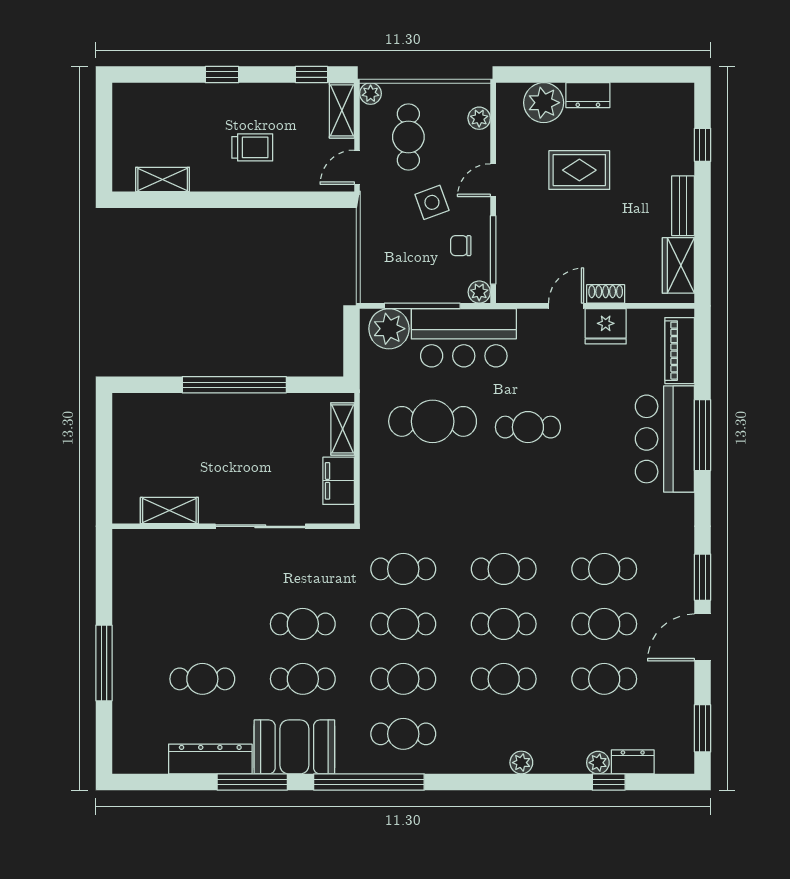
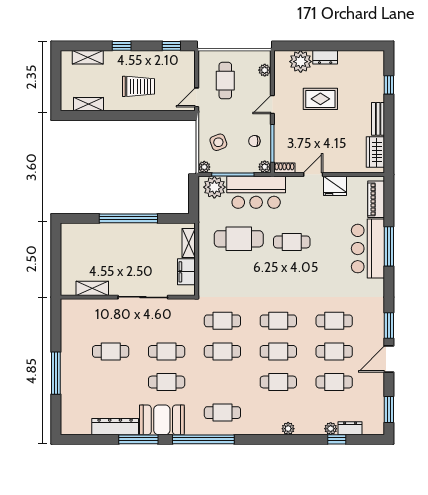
plant: (371, 94) -> (204, 167), moved
shelving: (342, 110) -> (88, 57), moved, turned 90
trolley: (252, 147) -> (138, 86), width x1.36, depth x1.39
side table: (432, 202) -> (218, 142), moved
shoe rack: (606, 294) -> (284, 168), moved
cafe table: (202, 679) -> (111, 351), moved
cafe table: (403, 679) -> (222, 382), removed

